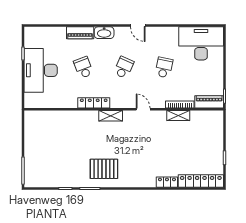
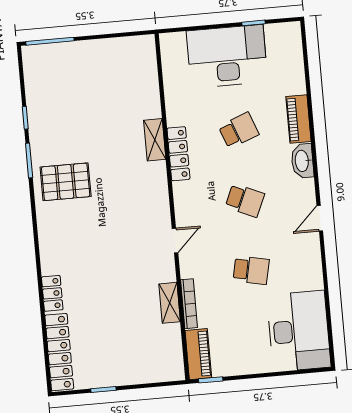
shelving: (111, 116) -> (155, 140), moved
pallet: (104, 169) -> (66, 182), turned 90

